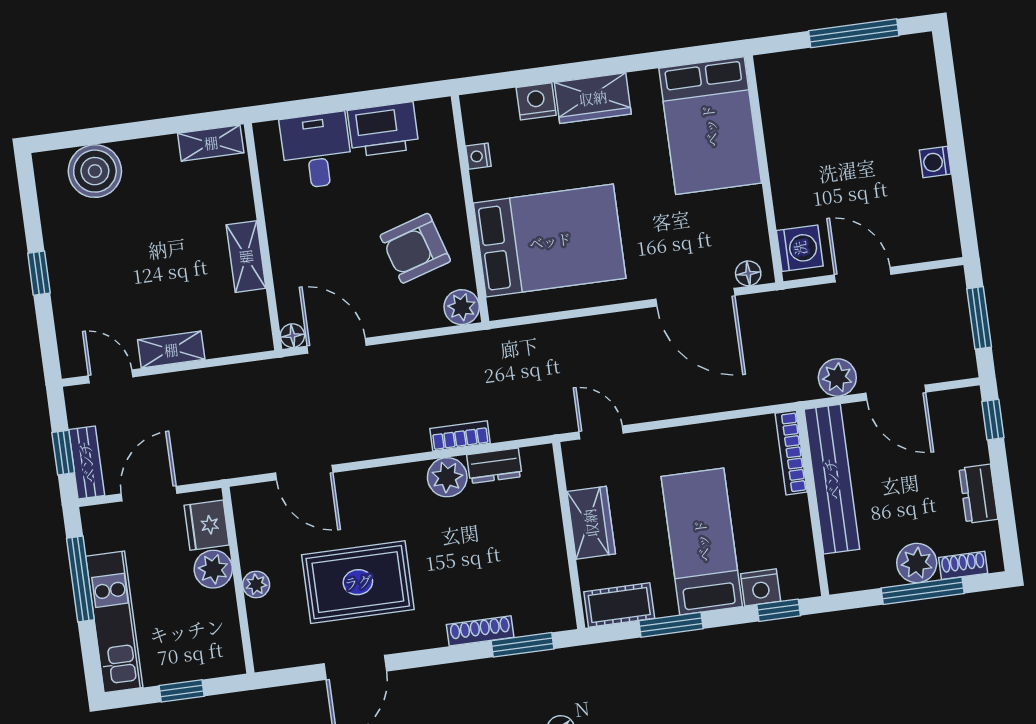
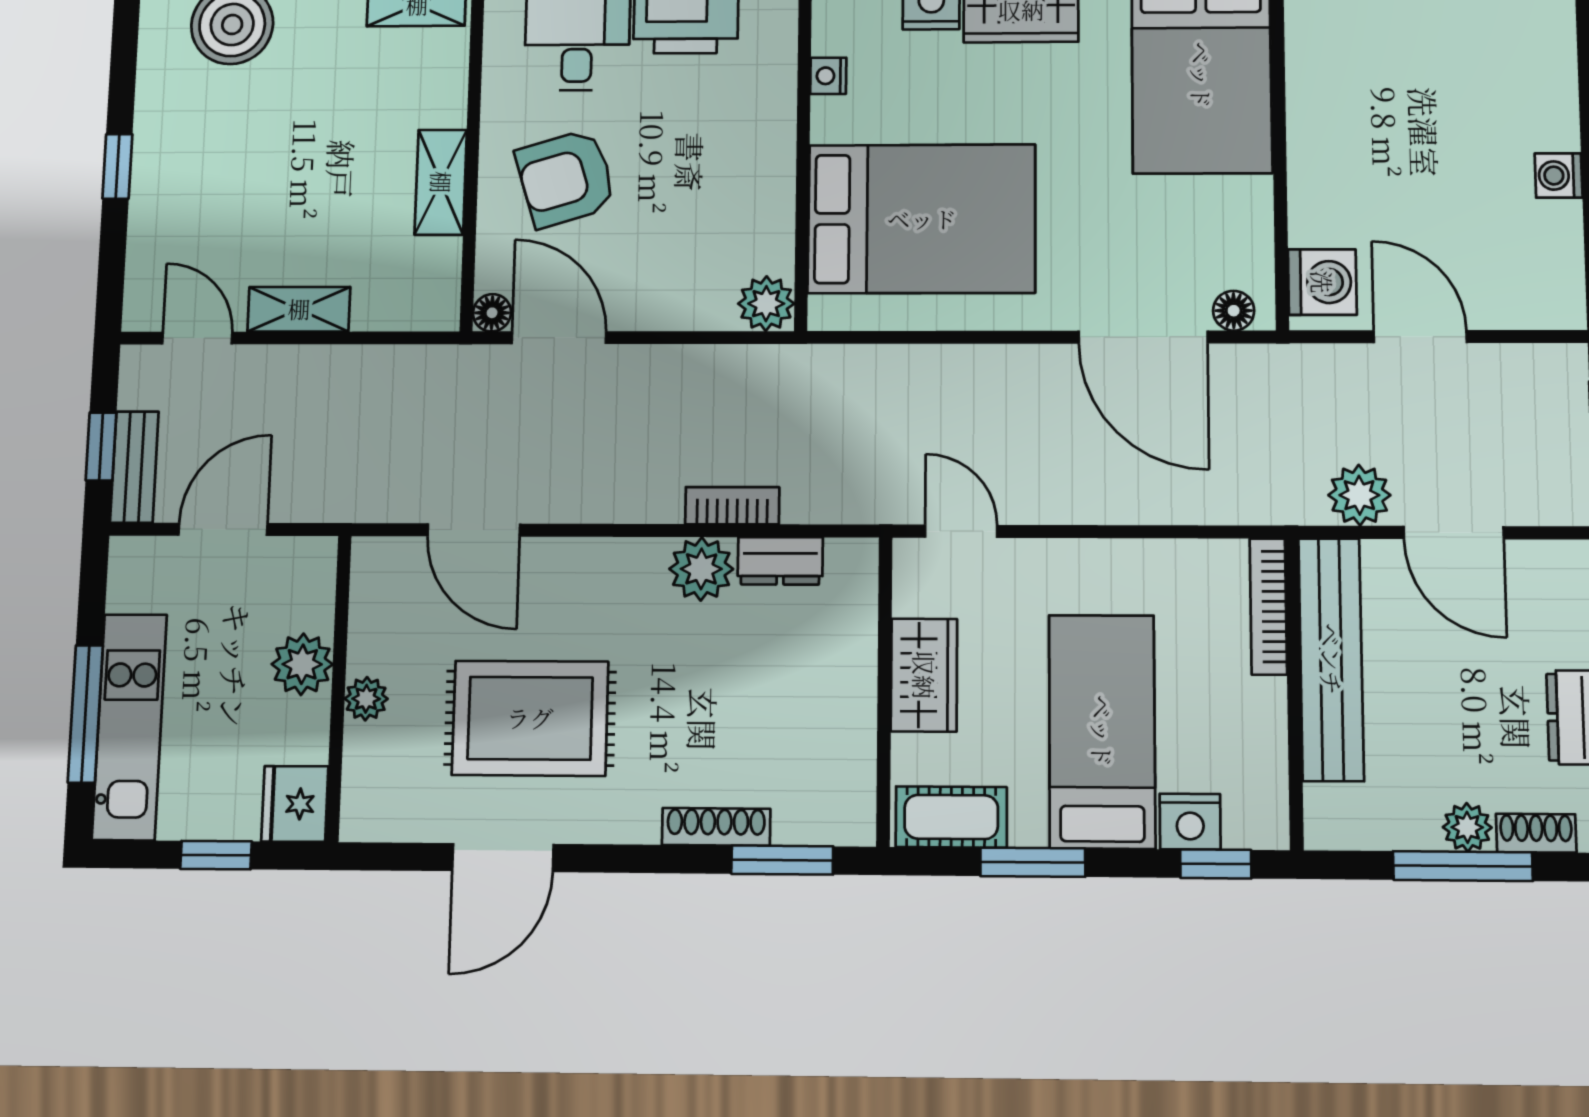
armchair: (415, 248) -> (566, 178), moved
fridge: (207, 525) -> (295, 804), moved
plant: (917, 563) -> (1467, 827), width x0.73, depth x0.73
window: (80, 579) -> (85, 714), moved

